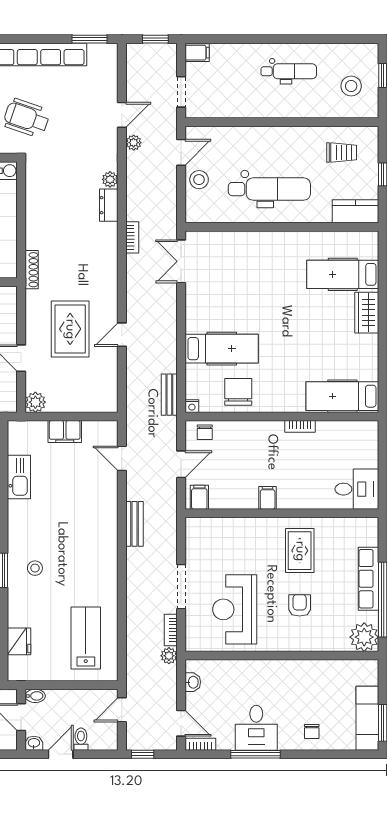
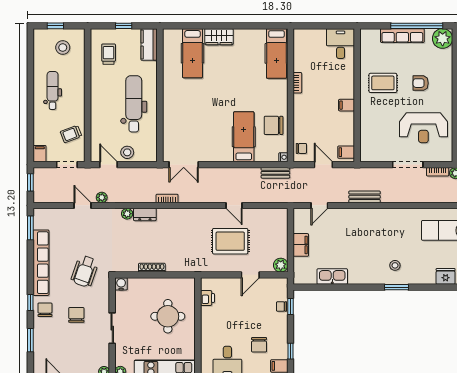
trolley: (226, 98) -> (71, 134), added
shoe rack: (32, 270) -> (152, 268), moved

